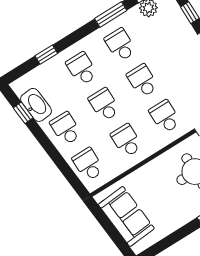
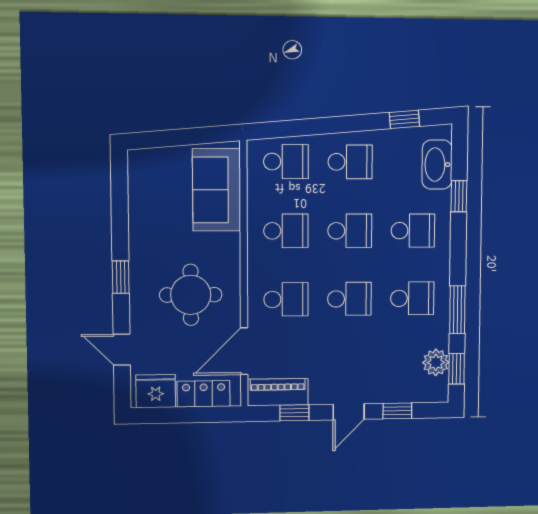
washbasin: (36, 105) -> (437, 165), moved, turned 95
sofa: (126, 216) -> (217, 190), moved, turned 95

